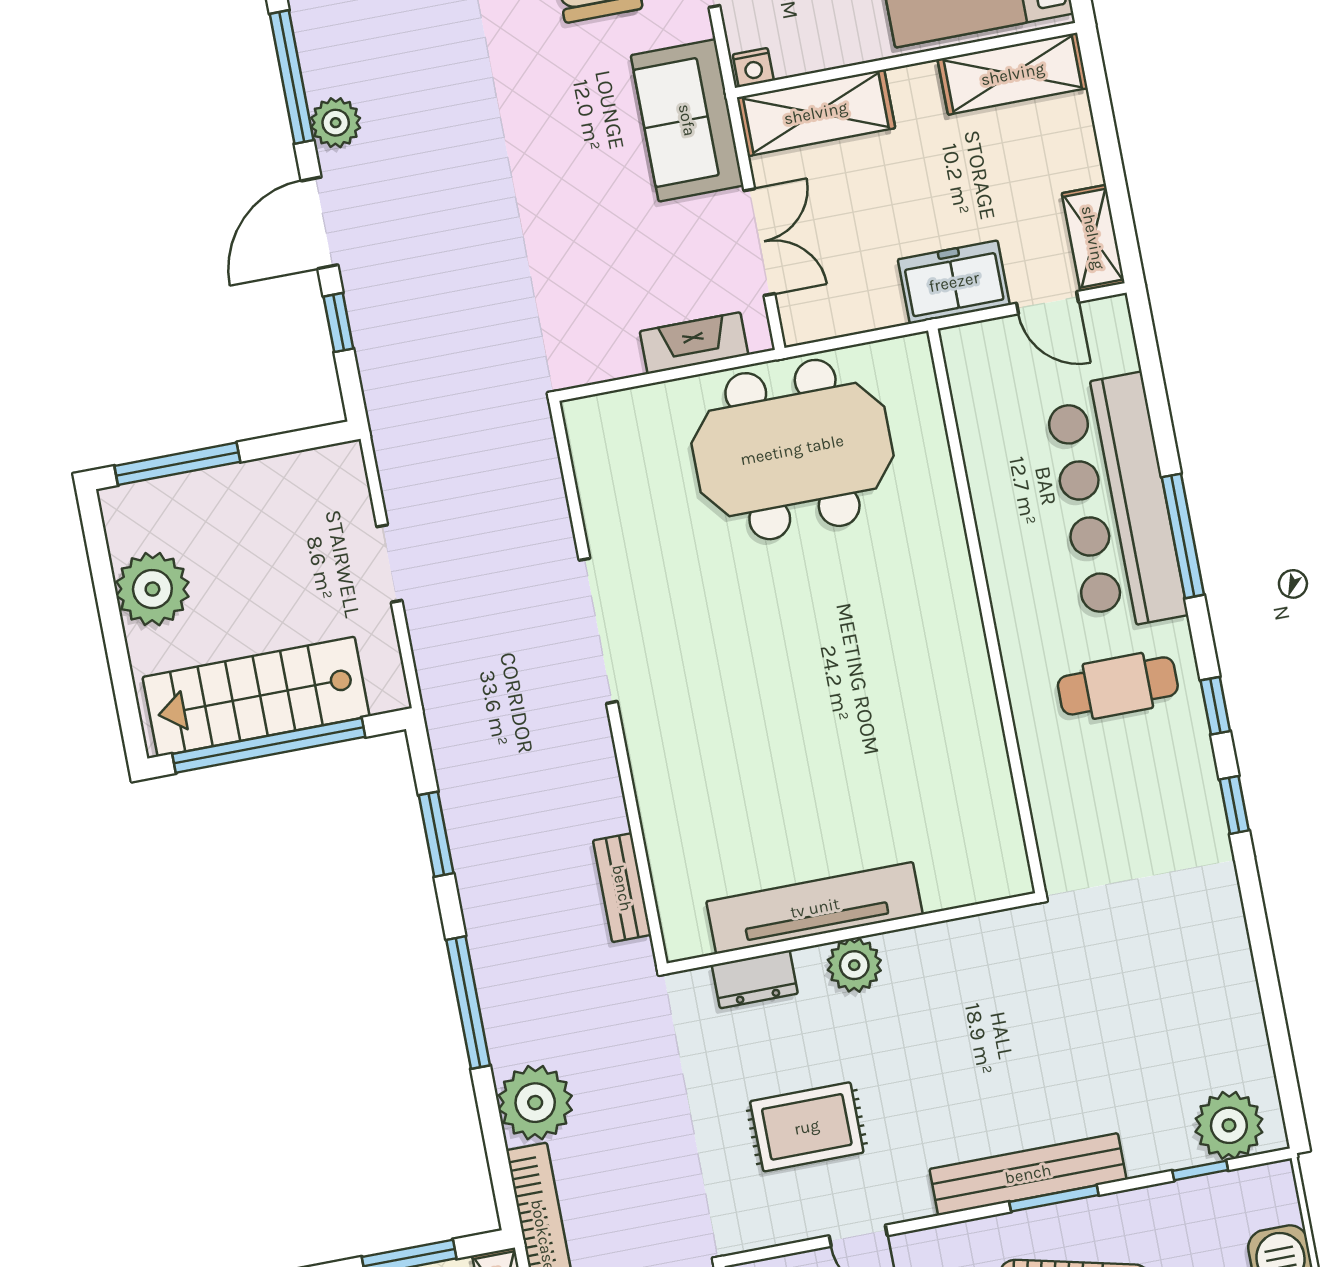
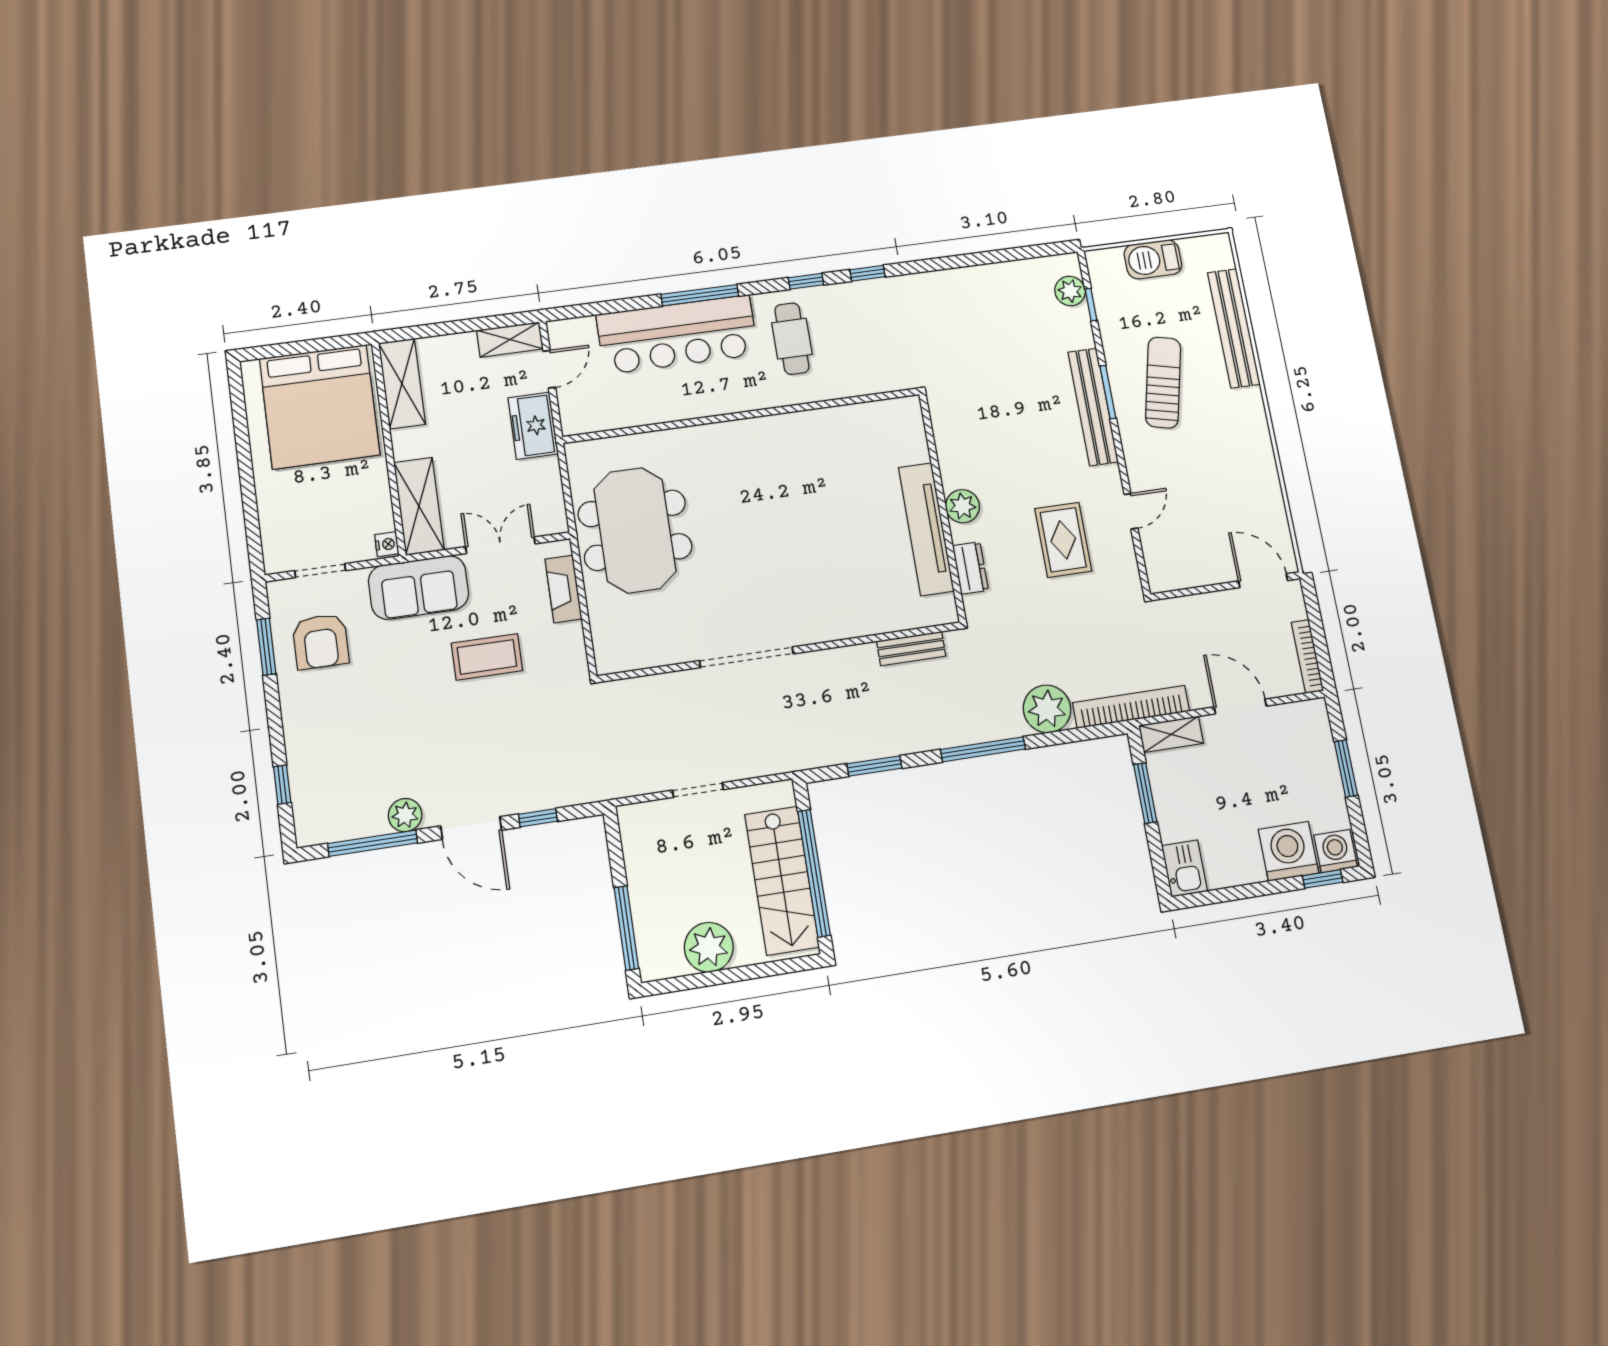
coffee table: (583, 231) -> (487, 657), added
plant: (1229, 1125) -> (1070, 291), width x0.73, depth x0.73

